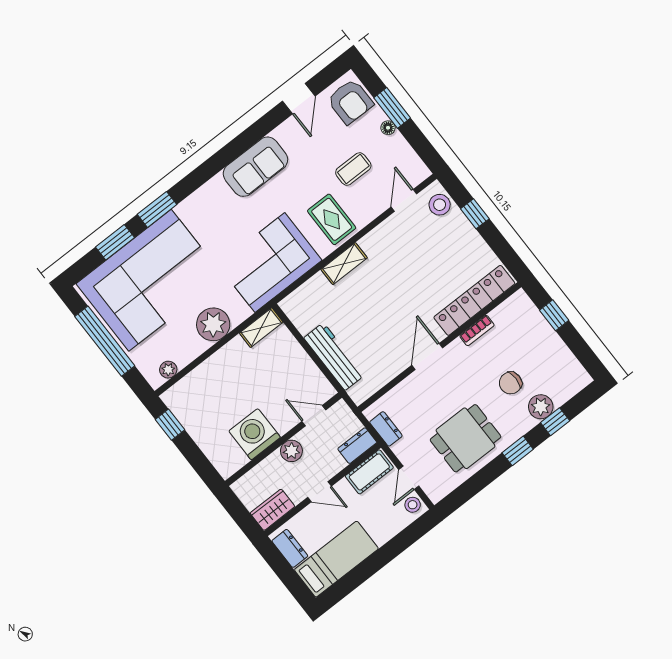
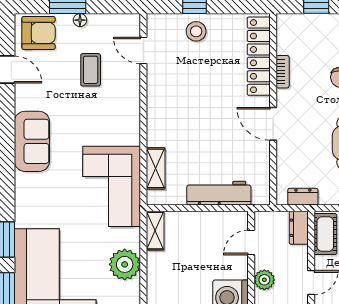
stool: (440, 205) -> (196, 31), moved
rug: (332, 219) -> (115, 115), removed
shelving: (344, 264) -> (156, 168), moved

